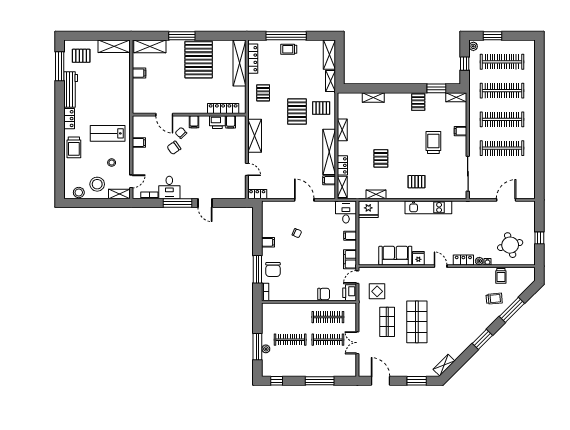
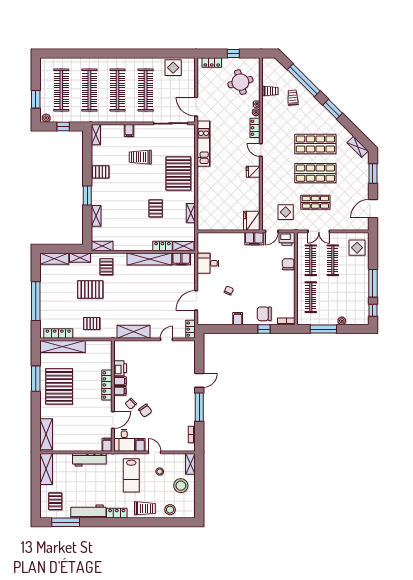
window: (182, 36) -> (36, 379), moved
trolley: (289, 49) -> (49, 298), removed
pallet: (199, 60) -> (59, 386), turned 90
filing cabinet: (139, 73) -> (107, 445), moved
window: (436, 88) -> (87, 196), moved
workbench: (124, 91) -> (89, 460), added
locker: (223, 108) -> (107, 385), moved
pallet: (297, 112) -> (90, 289), moved
filing cabinet: (231, 122) -> (120, 381), moved
shelving: (342, 130) -> (102, 246), moved
pallet: (381, 158) -> (156, 208), turned 90
display table: (525, 176) -> (173, 68), added
filing cabinet: (329, 180) -> (181, 259), width x2.00
door: (131, 181) -> (155, 452), moved
pallet: (417, 182) -> (178, 173), width x2.05, depth x2.00
desk: (169, 187) -> (124, 440), moved, turned 90
stool: (79, 192) -> (170, 510), moved
door: (304, 200) -> (196, 300), moved
door: (506, 200) -> (196, 107), moved
kitchen unit: (428, 207) -> (204, 144), moved
fridge: (368, 209) -> (252, 221), moved, turned 180
desk: (346, 212) -> (208, 263), moved
locker: (530, 216) -> (212, 63), added
filing cabinet: (350, 236) -> (231, 238), removed
sofa: (395, 256) -> (251, 194), removed
door: (441, 266) -> (261, 150), hinge flipped
window: (257, 269) -> (264, 329), width x0.46
chair: (273, 270) -> (264, 314), turned 180
door: (357, 277) -> (272, 231), hinge flipped
window: (512, 310) -> (304, 80), width x1.46
shop shelf: (447, 322) -> (315, 144), added
clothes rail: (290, 340) -> (311, 297), moved
double door: (357, 343) -> (319, 231), moved
window: (257, 347) -> (323, 329), moved
display table: (341, 364) -> (357, 248), added
window: (320, 381) -> (373, 283), moved

